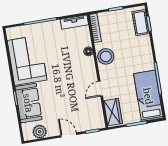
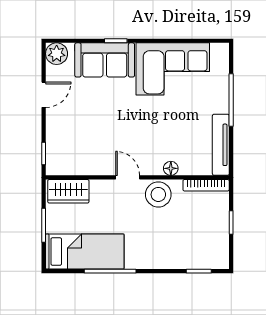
tv unit: (74, 22) -> (221, 145), width x1.41
cot: (141, 23) -> (203, 258), removed
door: (100, 89) -> (128, 177), moved
plant: (40, 132) -> (57, 54), moved
door: (69, 135) -> (44, 95), moved

